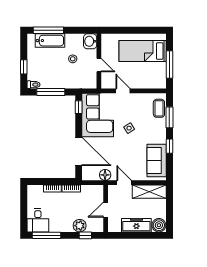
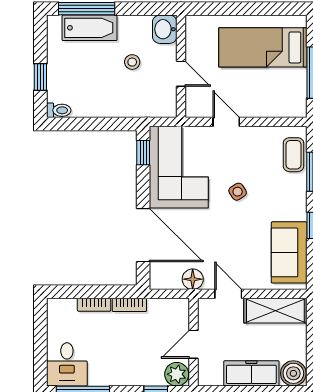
window: (51, 92) -> (91, 124), removed
plant: (80, 226) -> (177, 374), moved

